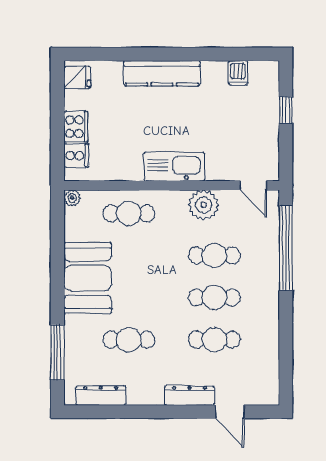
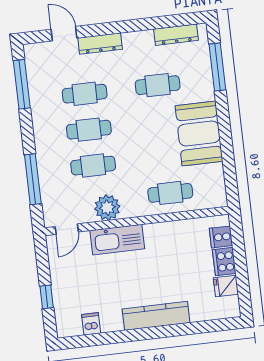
fridge: (77, 77) -> (226, 286), moved
kitchen sink: (174, 167) -> (117, 240), moved
door: (253, 185) -> (67, 229), swing flipped
plant: (72, 198) -> (220, 200), removed
window: (286, 248) -> (33, 179), width x0.68
window: (286, 359) -> (22, 84), added

